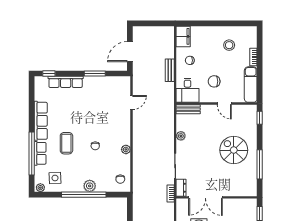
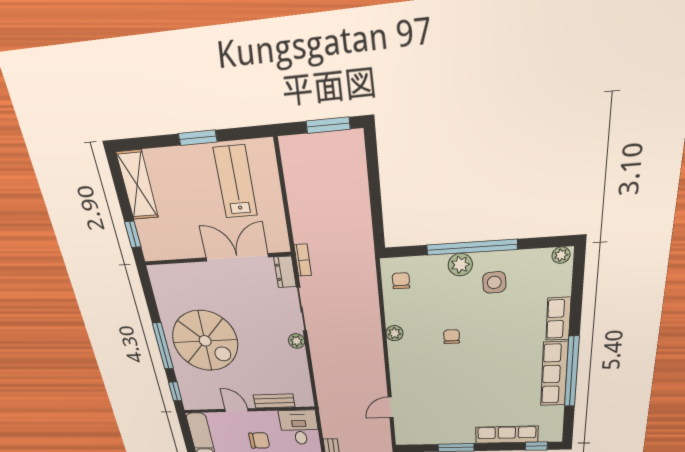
bench: (188, 109) -> (274, 401), moved
plant: (181, 136) -> (296, 341), moved
coffee table: (66, 143) -> (506, 339), removed
spiral stairs: (234, 150) -> (205, 341), width x1.37, depth x1.37
window: (32, 153) -> (572, 372), moved
window: (260, 164) -> (163, 346), moved
side table: (55, 178) -> (494, 282), moved

